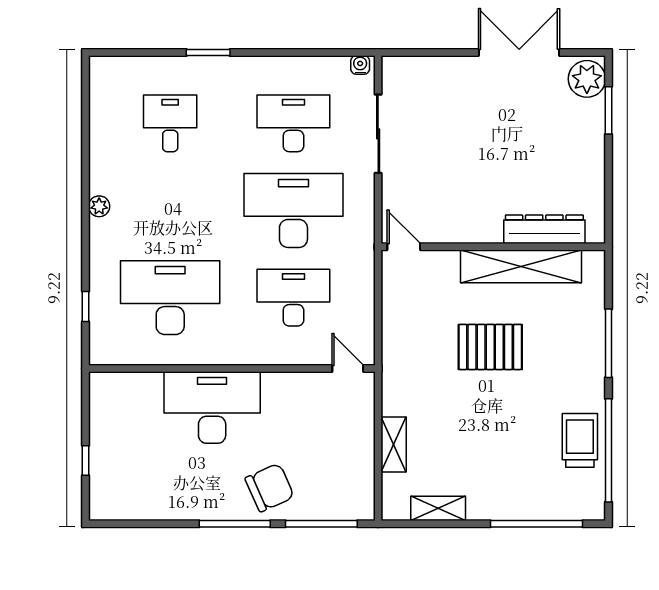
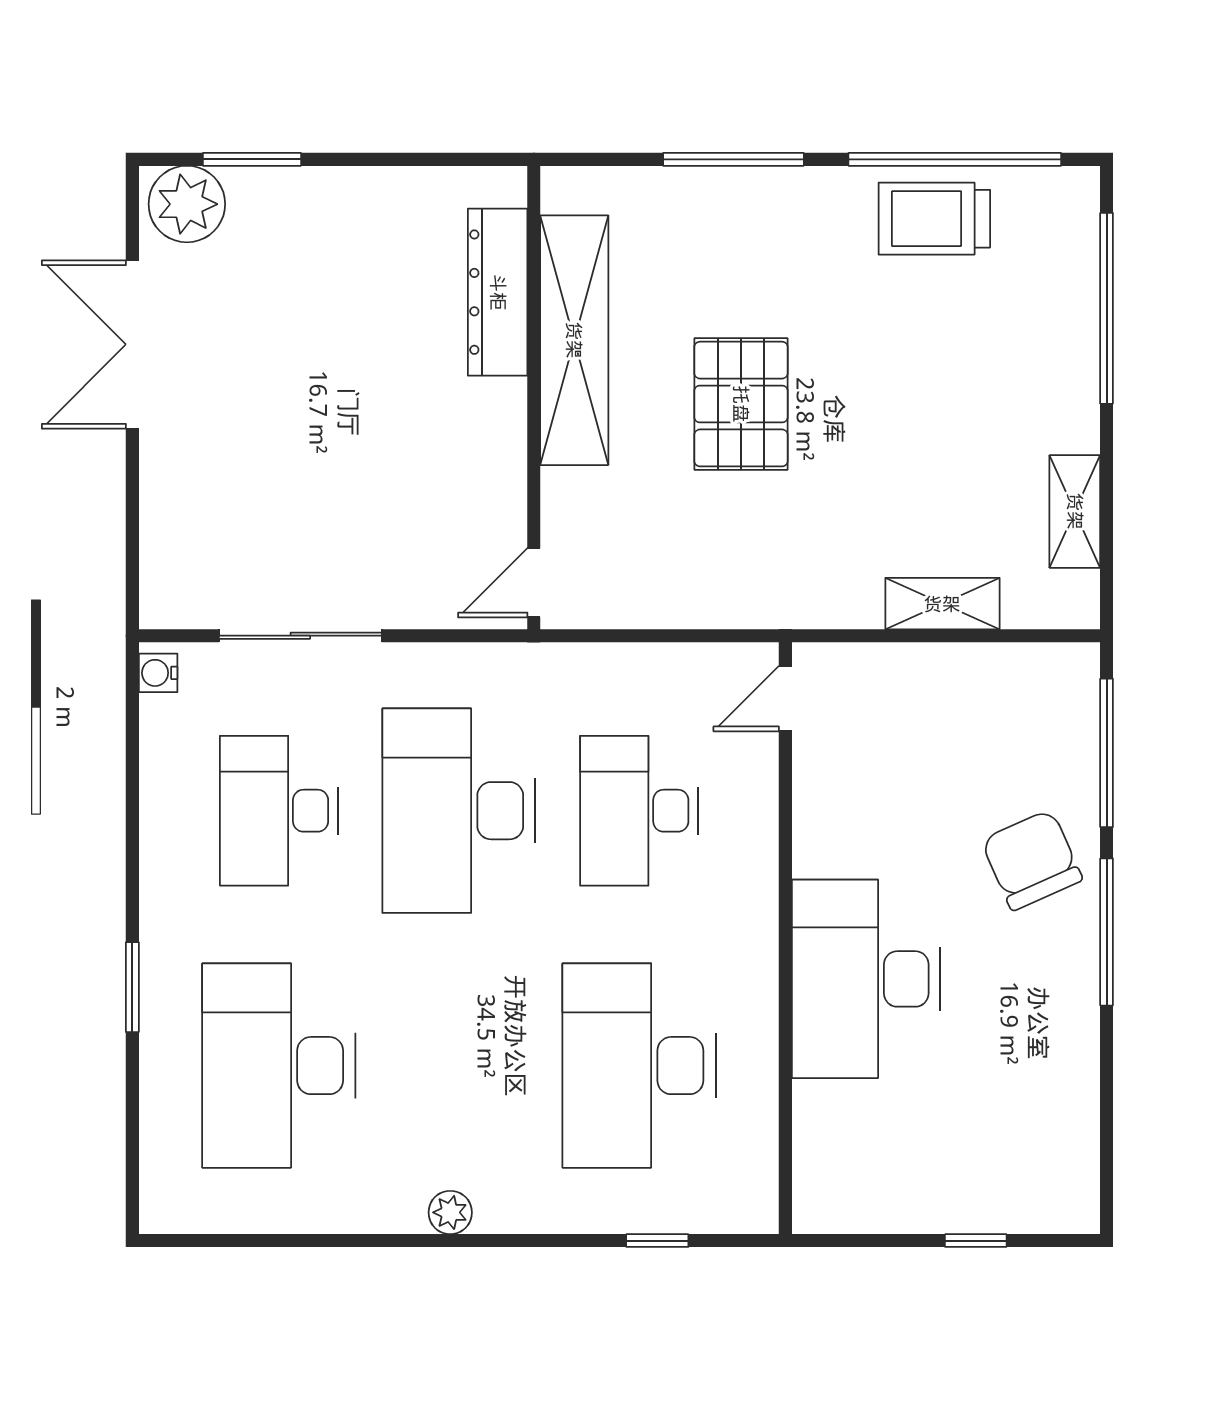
desk: (170, 123) -> (279, 1066), width x1.87, depth x1.30

